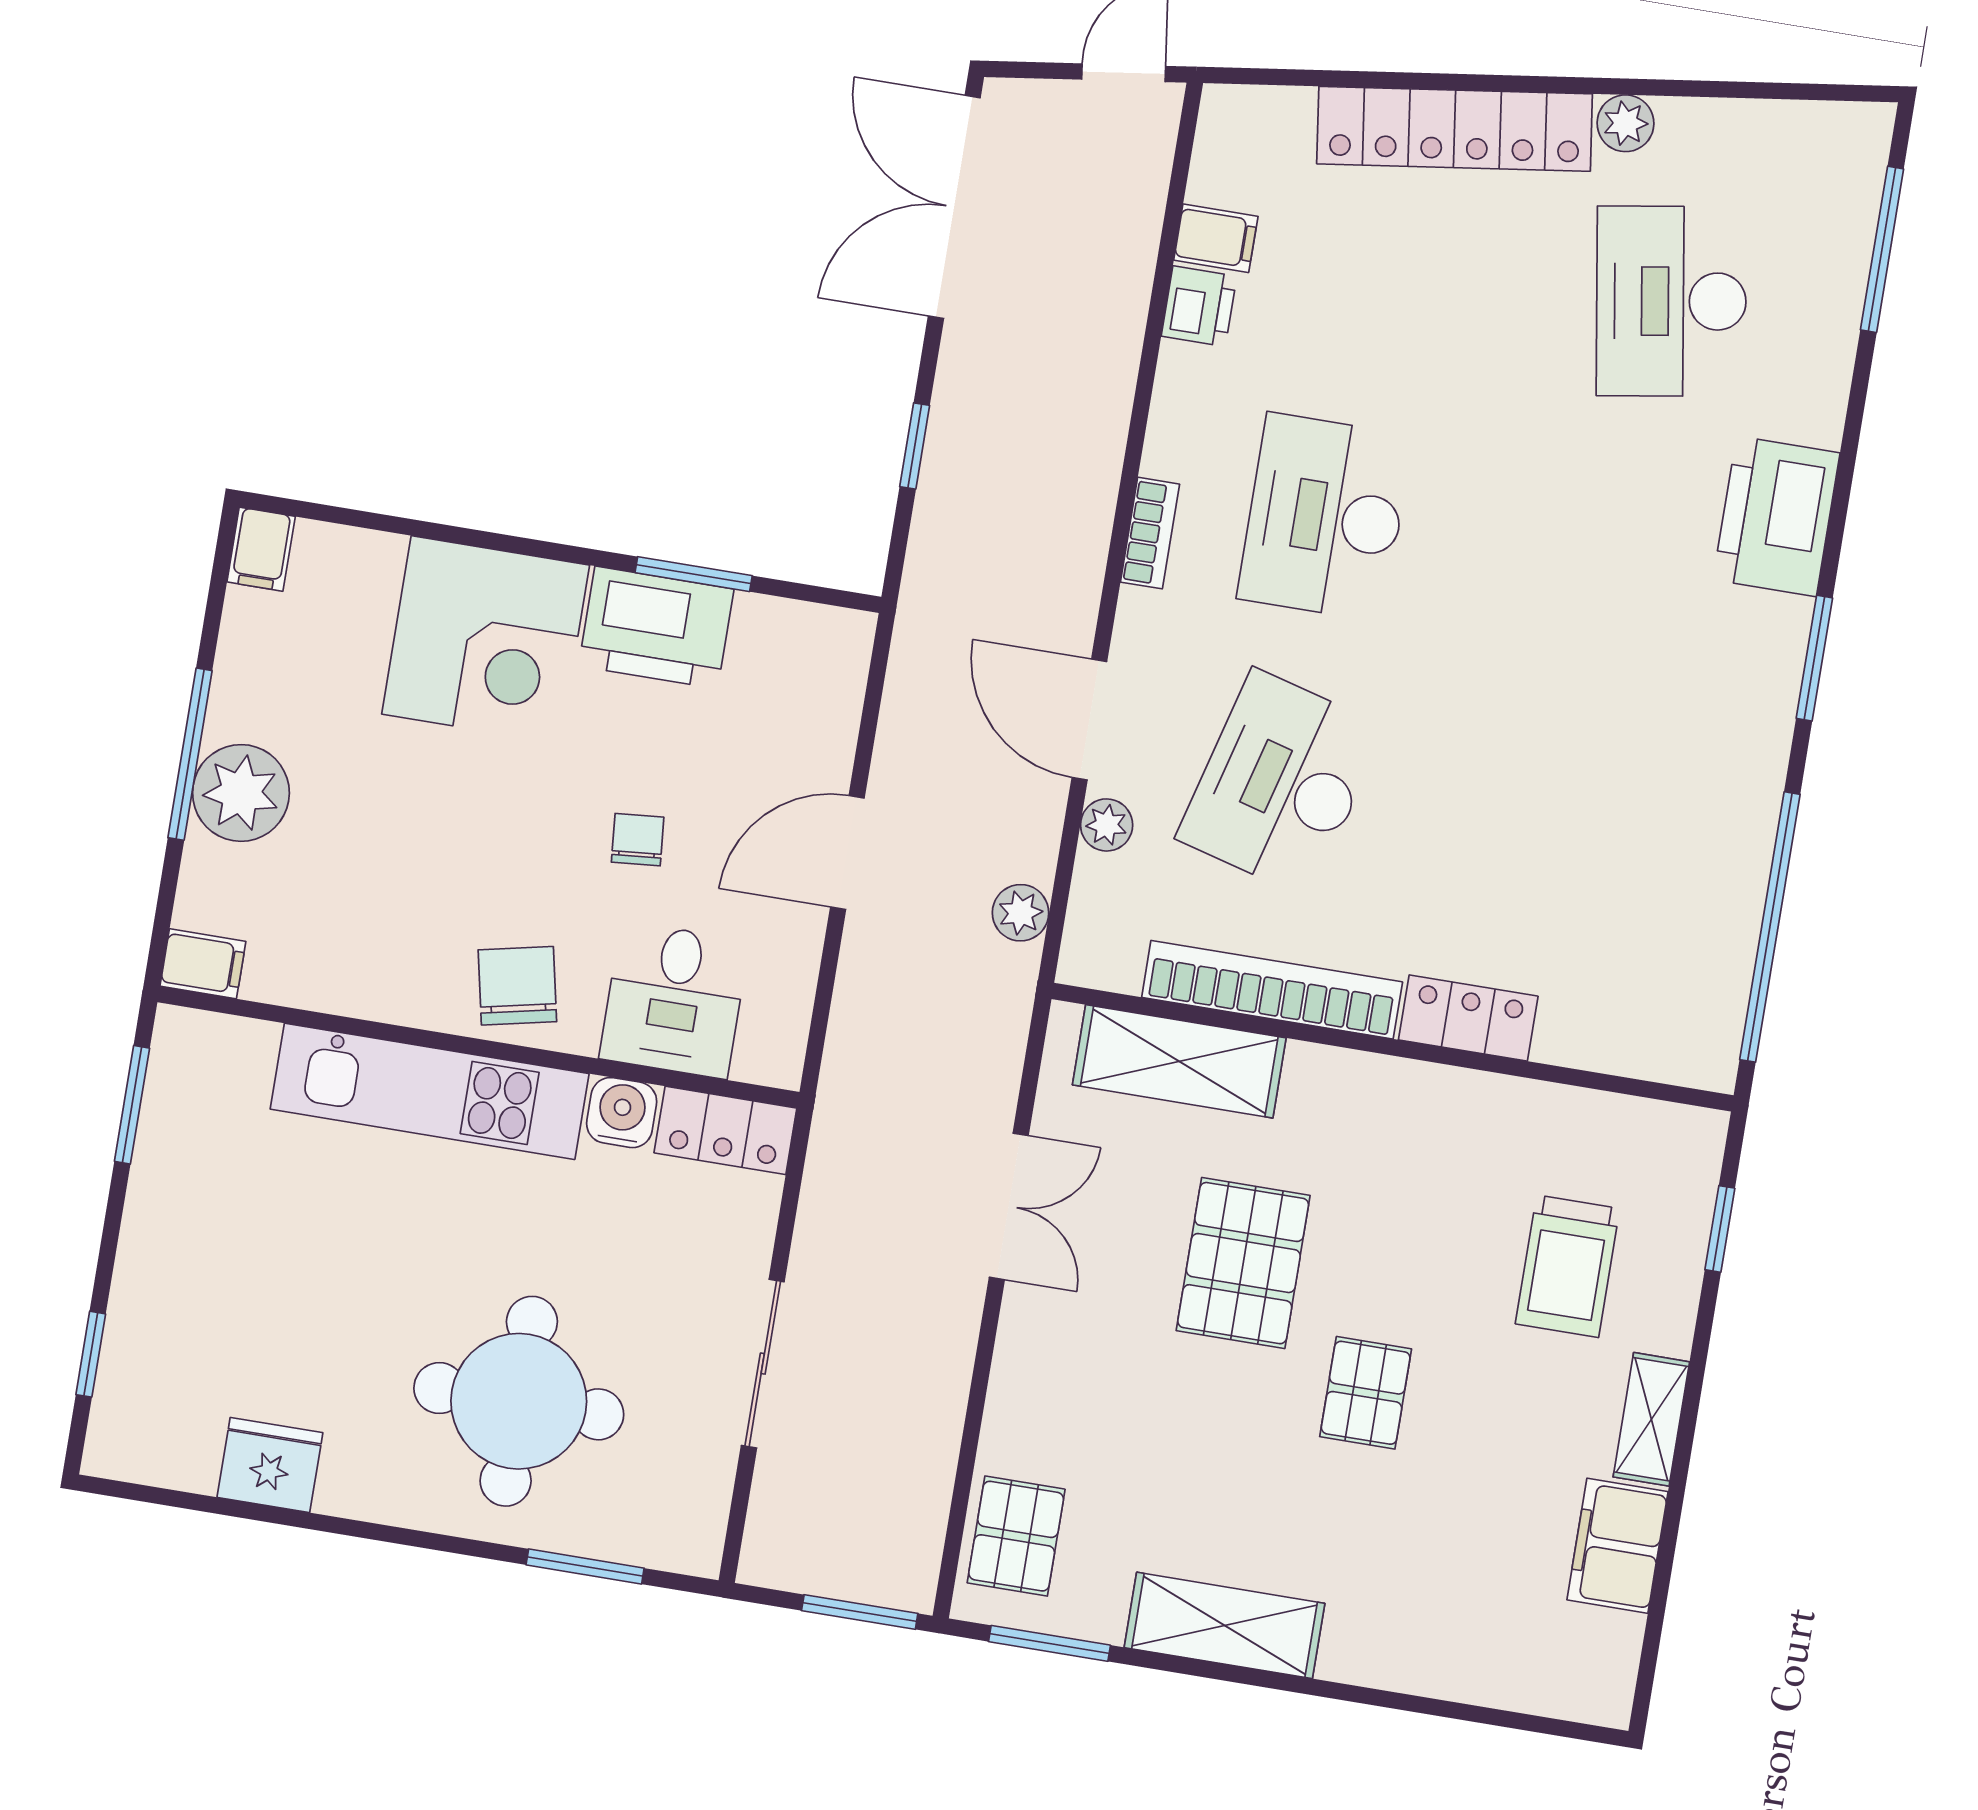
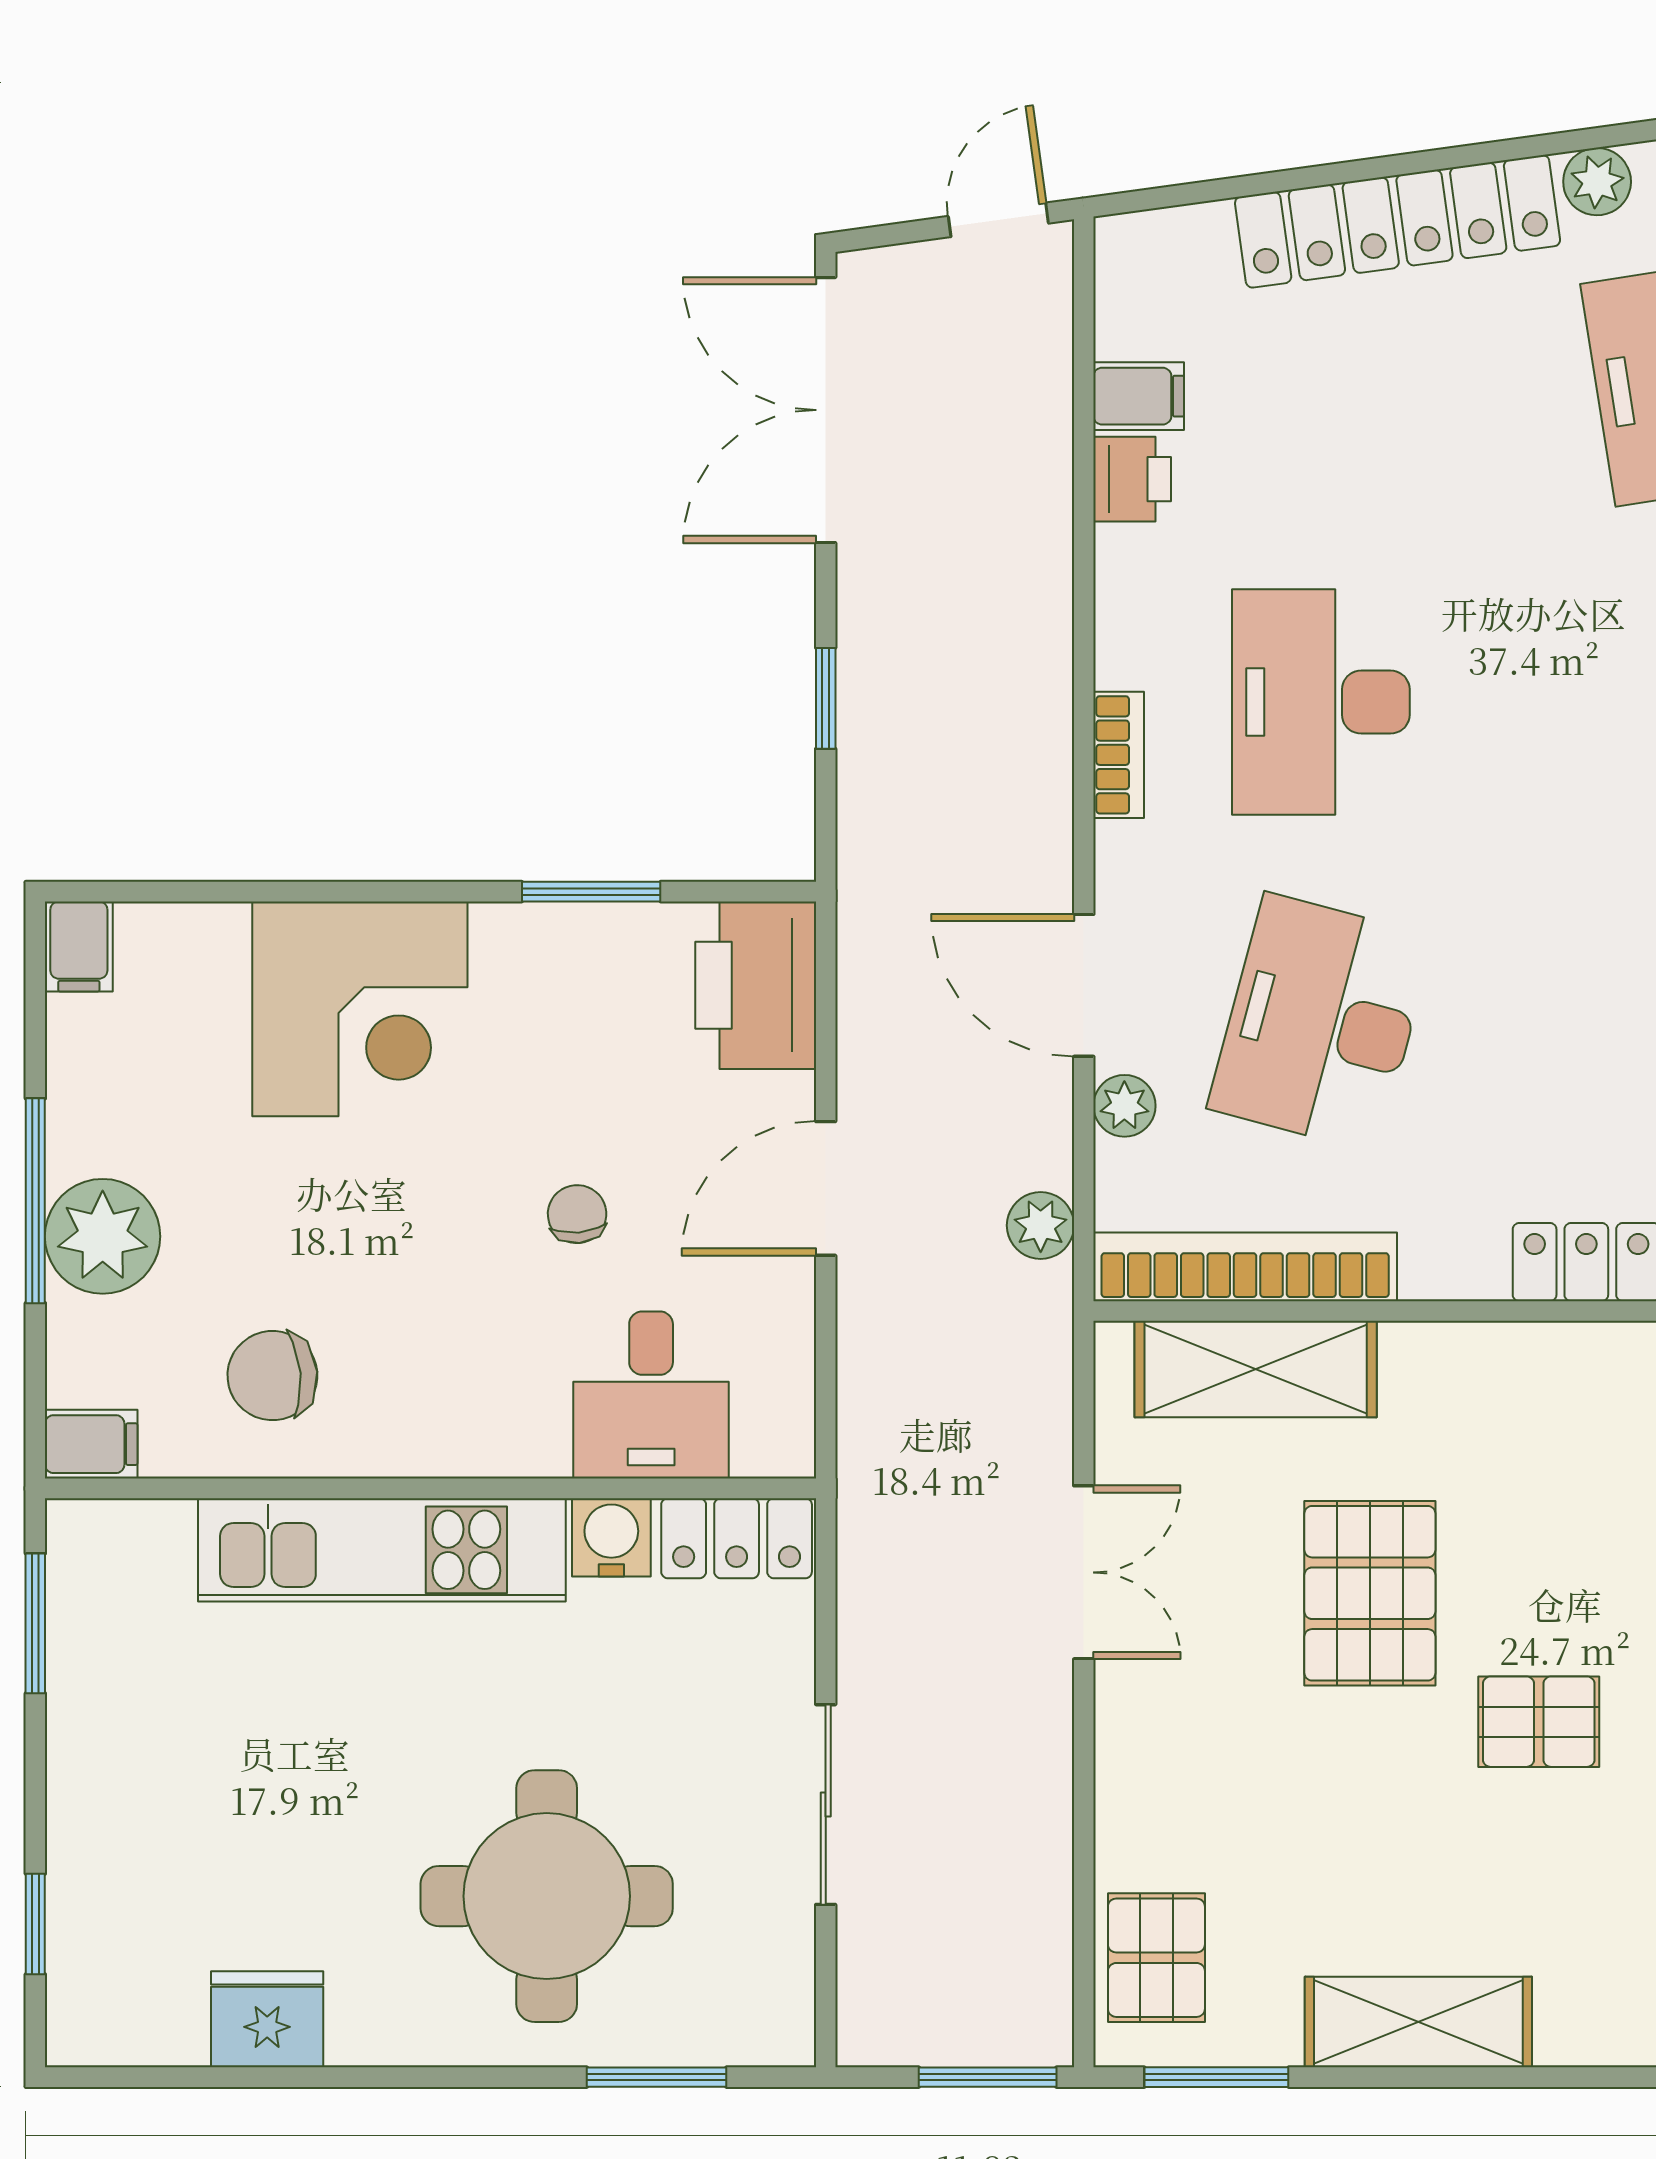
printer: (656, 628) -> (756, 985), moved, turned 90
chair: (517, 986) -> (272, 1376), moved, turned -83
bookcase: (1272, 990) -> (1245, 1267), moved
pallet: (1366, 1393) -> (1539, 1722), turned 90

